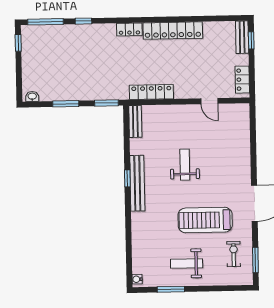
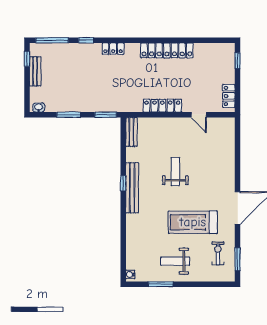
locker: (129, 29) -> (113, 49), moved
bench: (242, 37) -> (35, 71), moved
locker: (151, 92) -> (162, 106), moved

